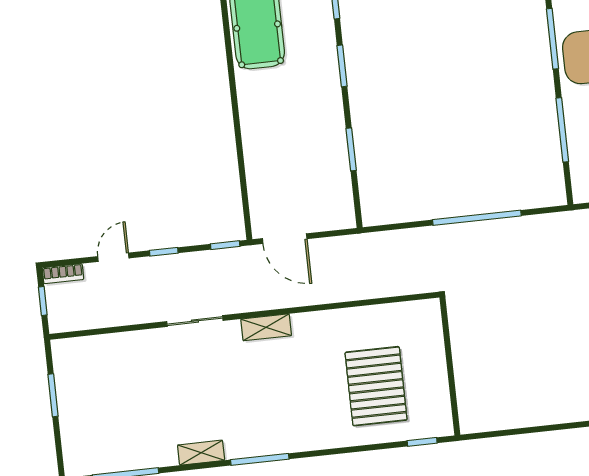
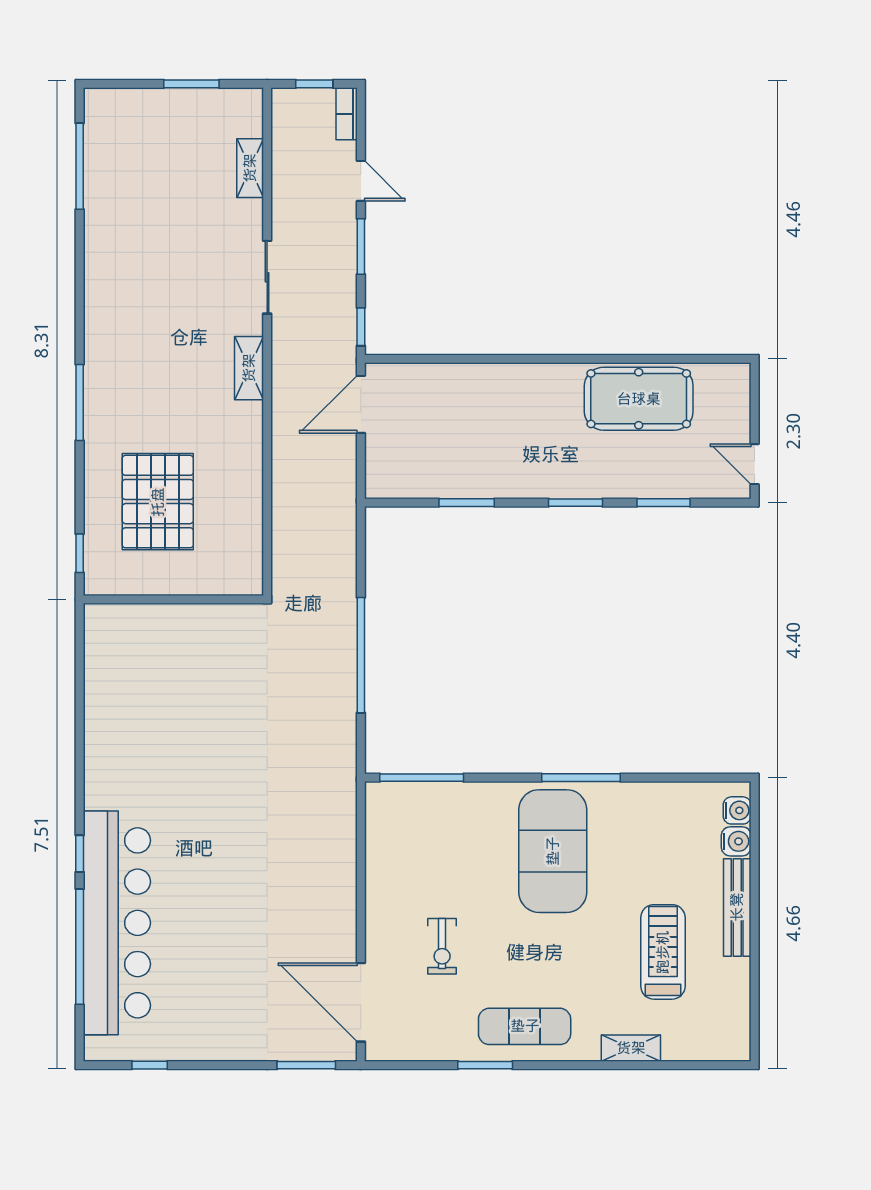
window: (562, 130) -> (422, 778), moved
window: (164, 252) -> (361, 247), width x1.50
pallet: (376, 386) -> (158, 502), turned 90
shelving: (201, 453) -> (250, 168), moved
window: (260, 459) -> (80, 402), moved

